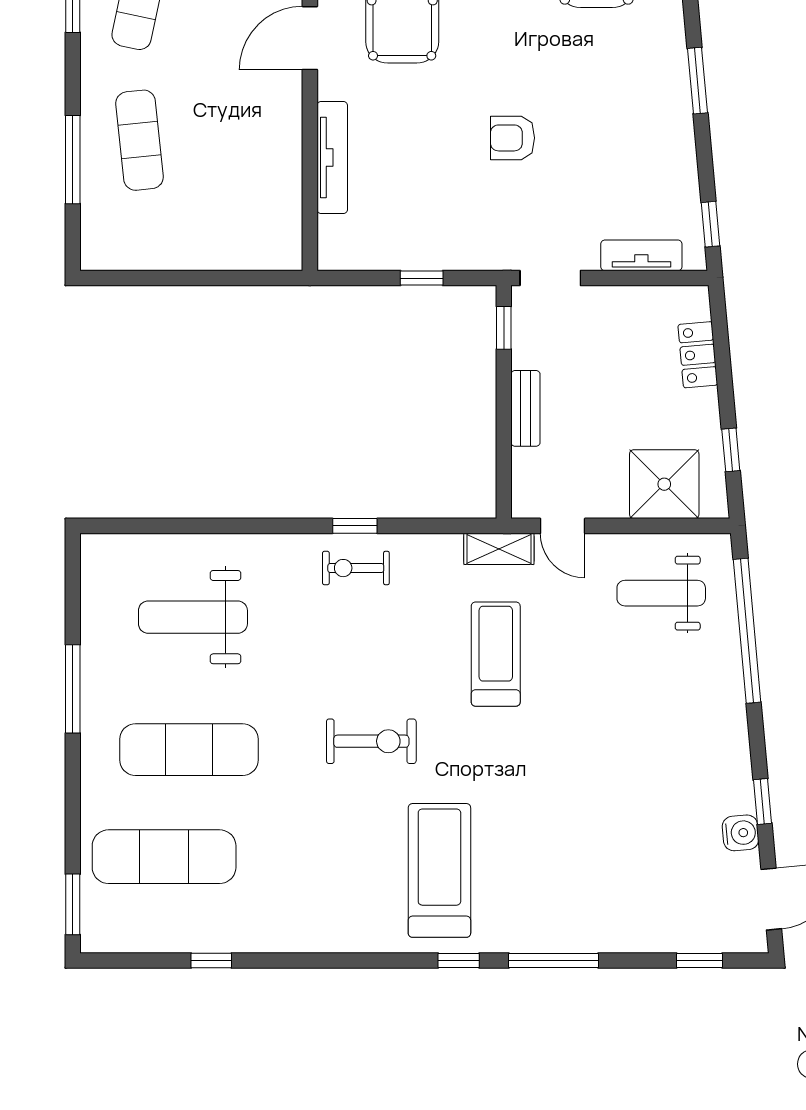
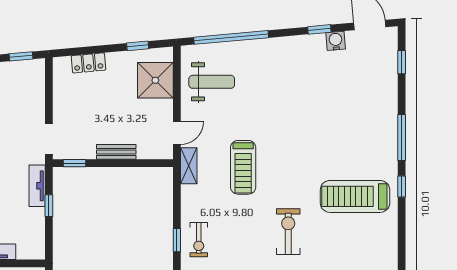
tv unit: (641, 255) -> (37, 186), moved
weight bench: (661, 593) -> (212, 82), turned -90
treadmill: (496, 654) -> (243, 167), turned -90

